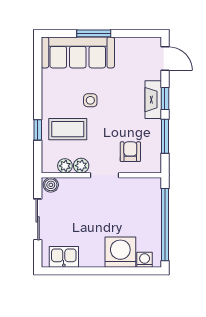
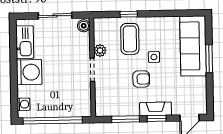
armchair: (130, 152) -> (141, 79), moved
plant: (65, 166) -> (100, 37), removed
washing machine: (120, 252) -> (29, 72), moved
kitchen sink: (64, 257) -> (25, 42), width x1.38

